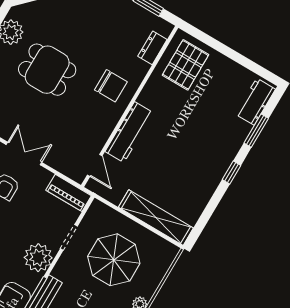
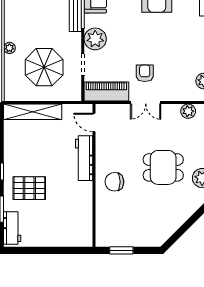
dresser: (152, 48) -> (102, 223), removed
pallet: (185, 65) -> (29, 188), moved, turned 90
piano: (69, 193) -> (106, 92), width x1.37, depth x1.33

